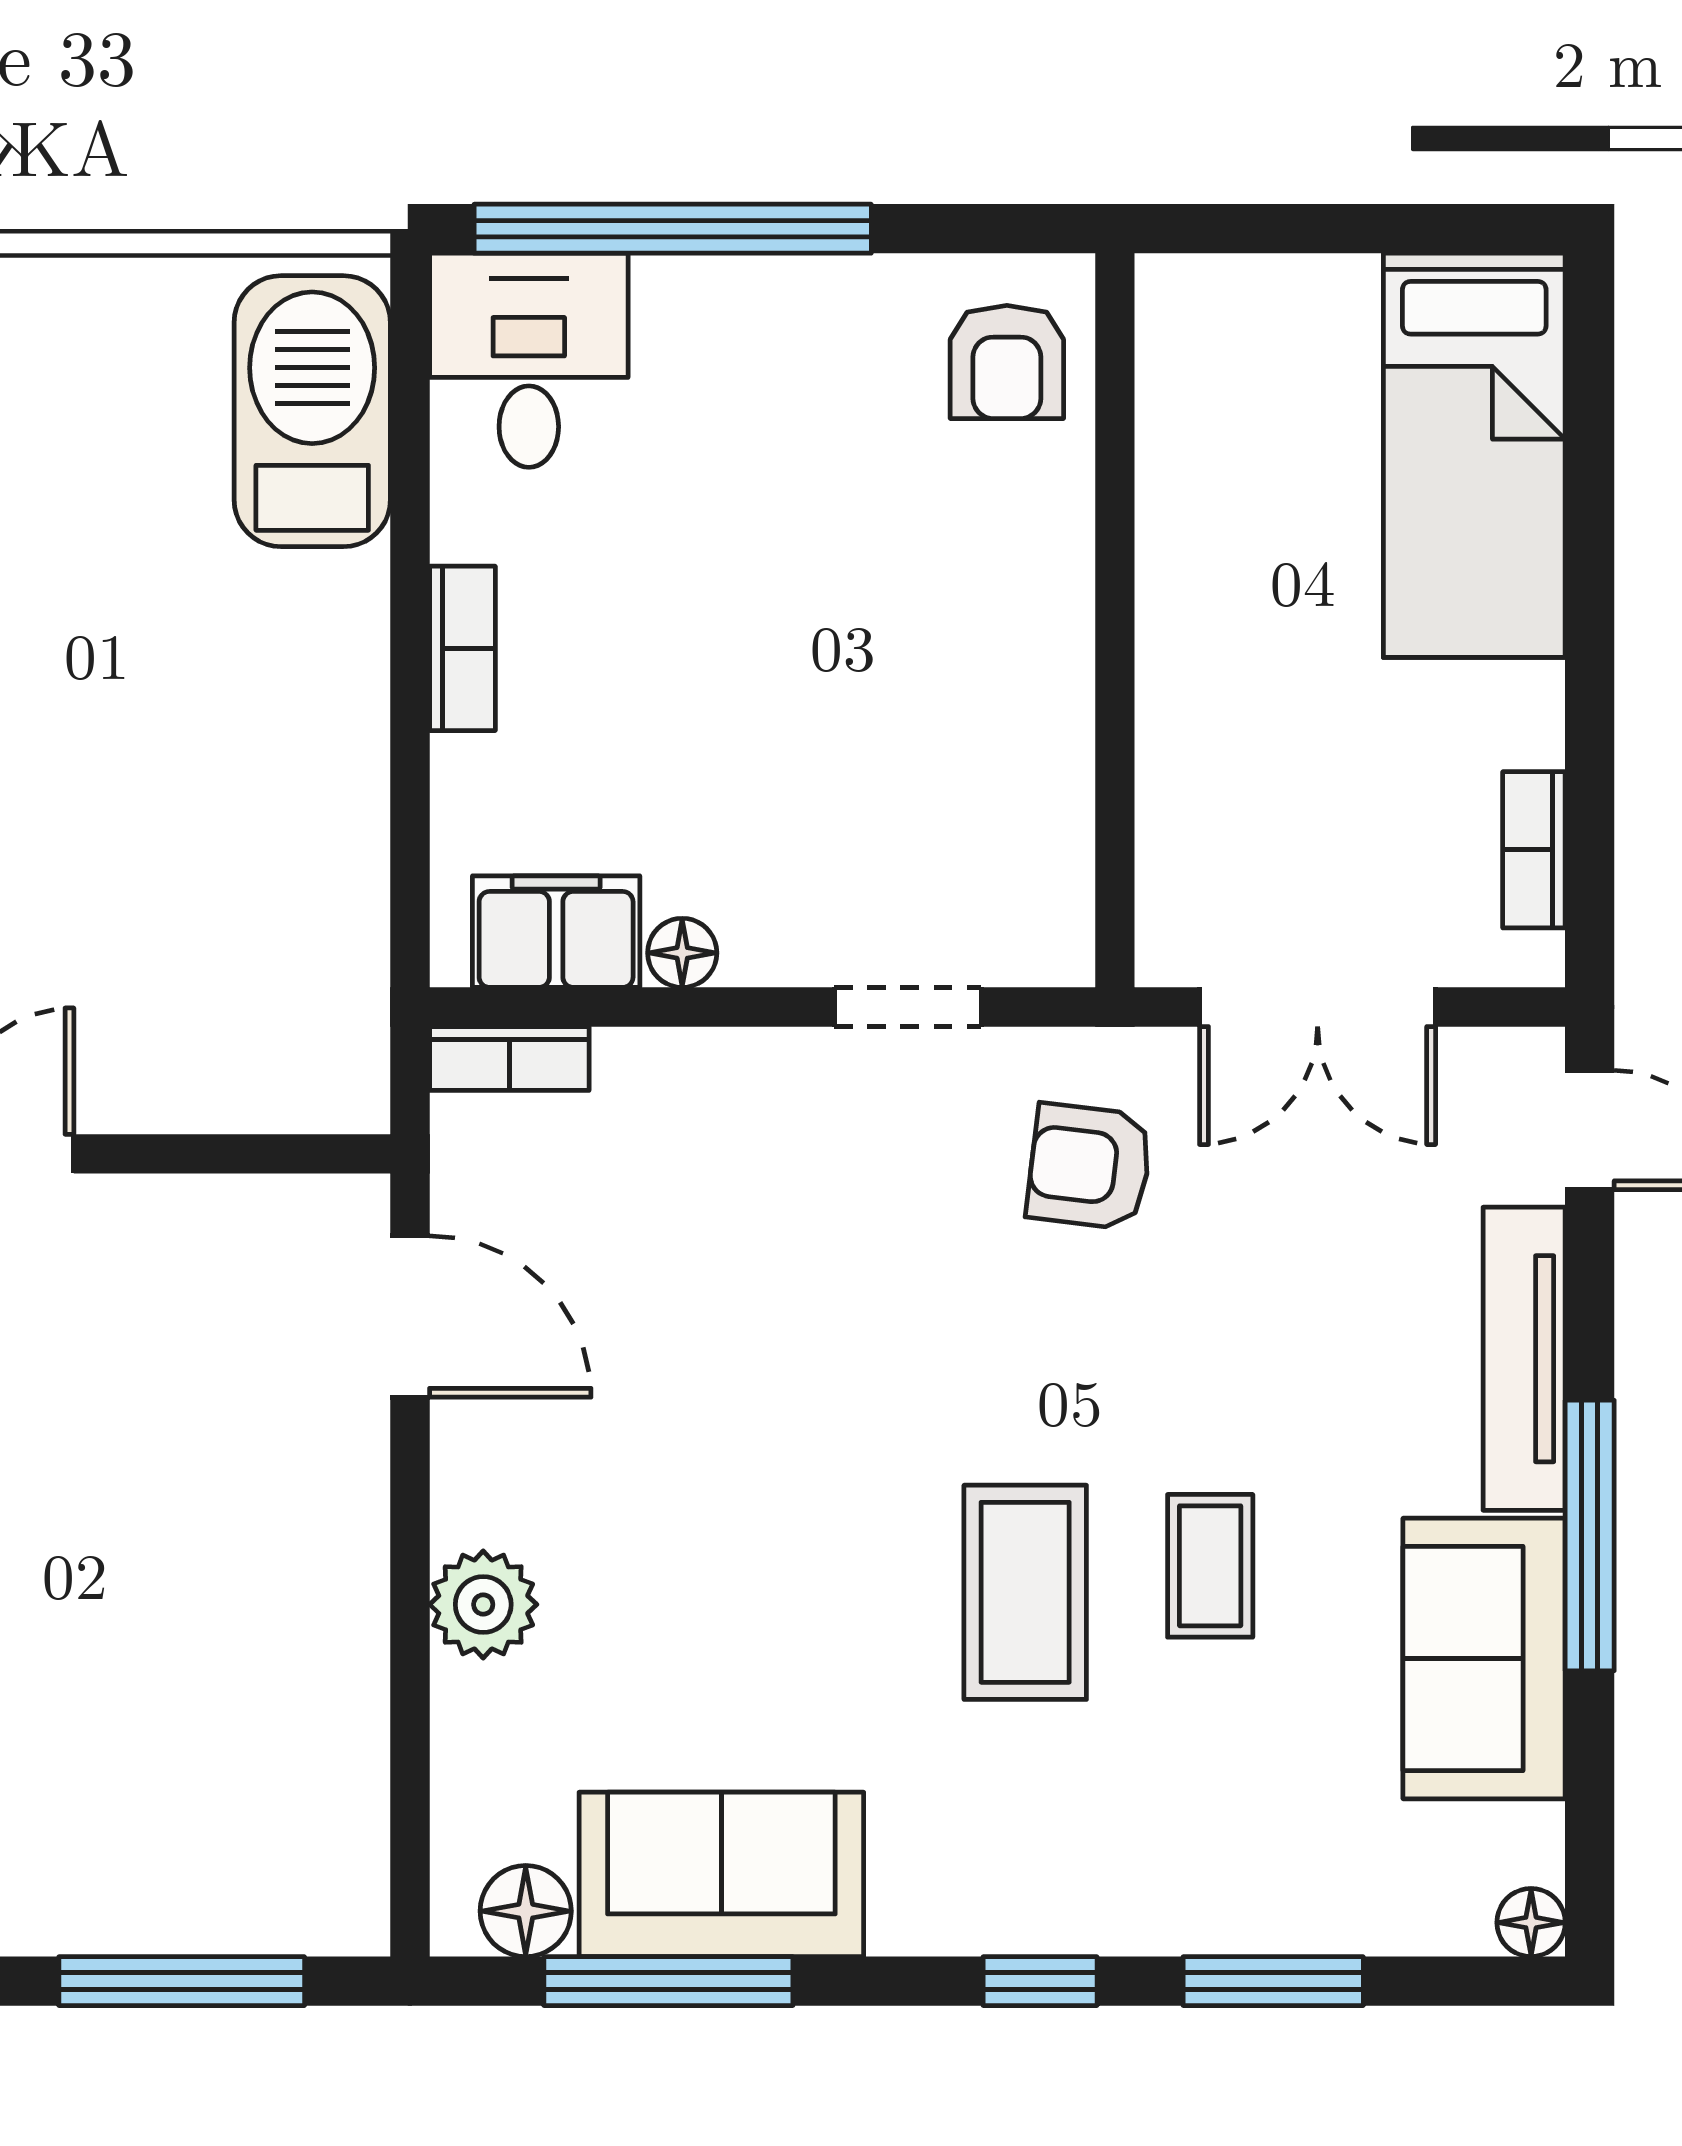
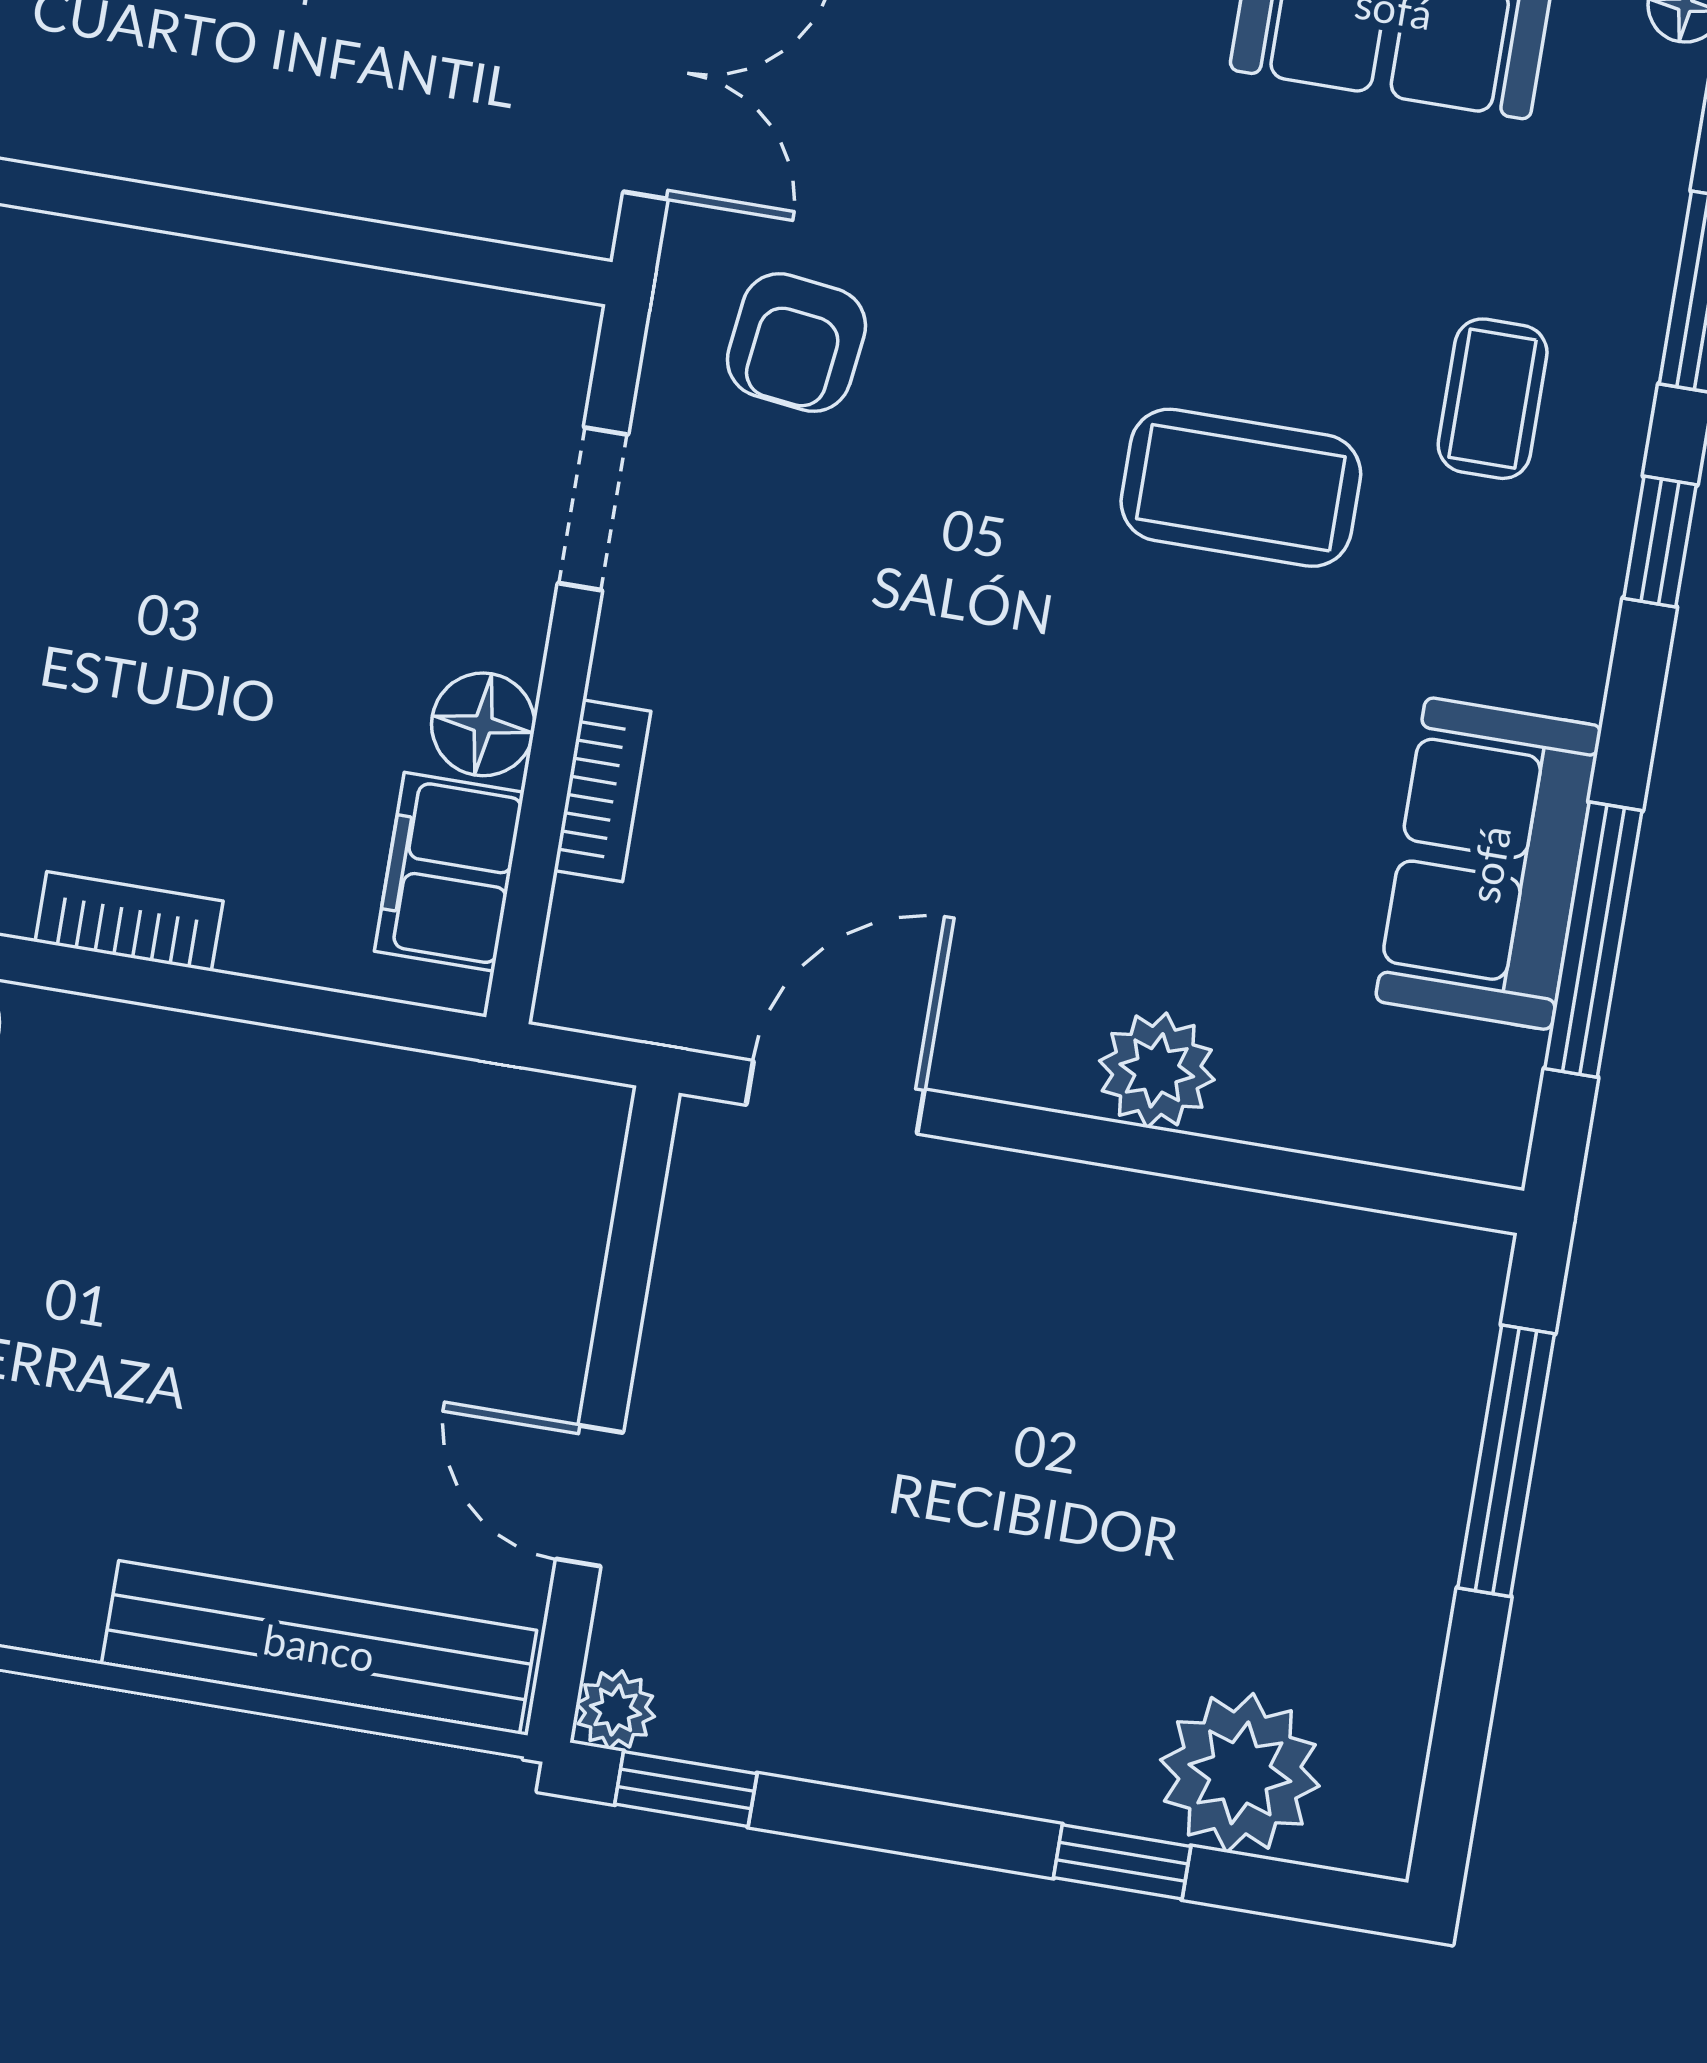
floor lamp: (682, 953) -> (483, 724), width x1.37, depth x1.37
bookcase: (509, 1058) -> (602, 791), moved
coffee table: (1210, 1566) -> (1493, 399), moved, turned 90
floor lamp: (526, 1911) -> (1493, 1080), removed

